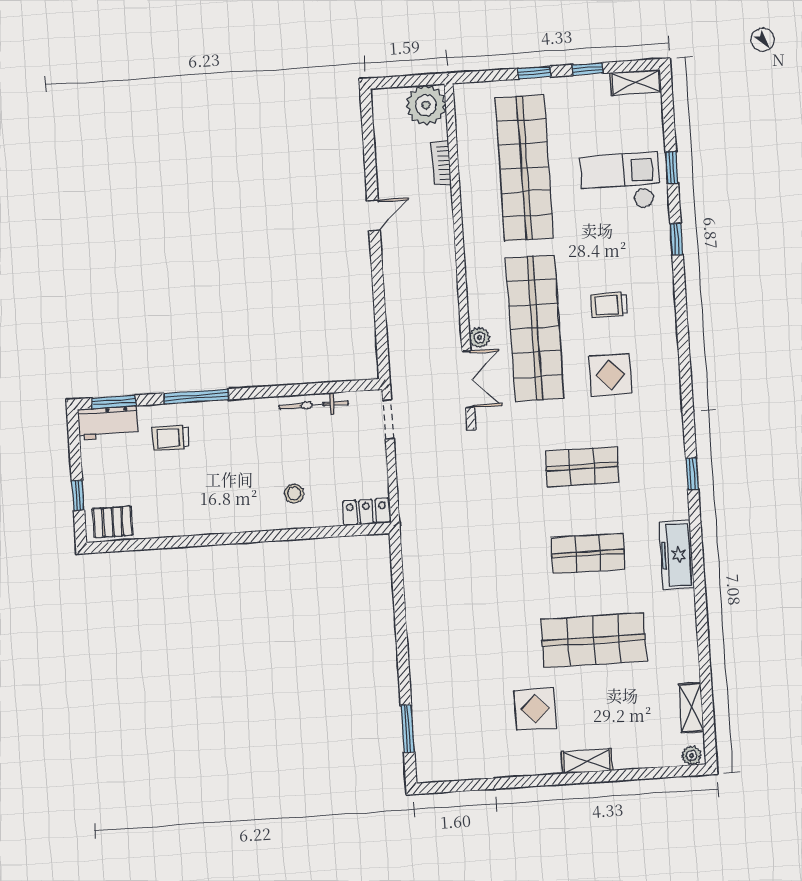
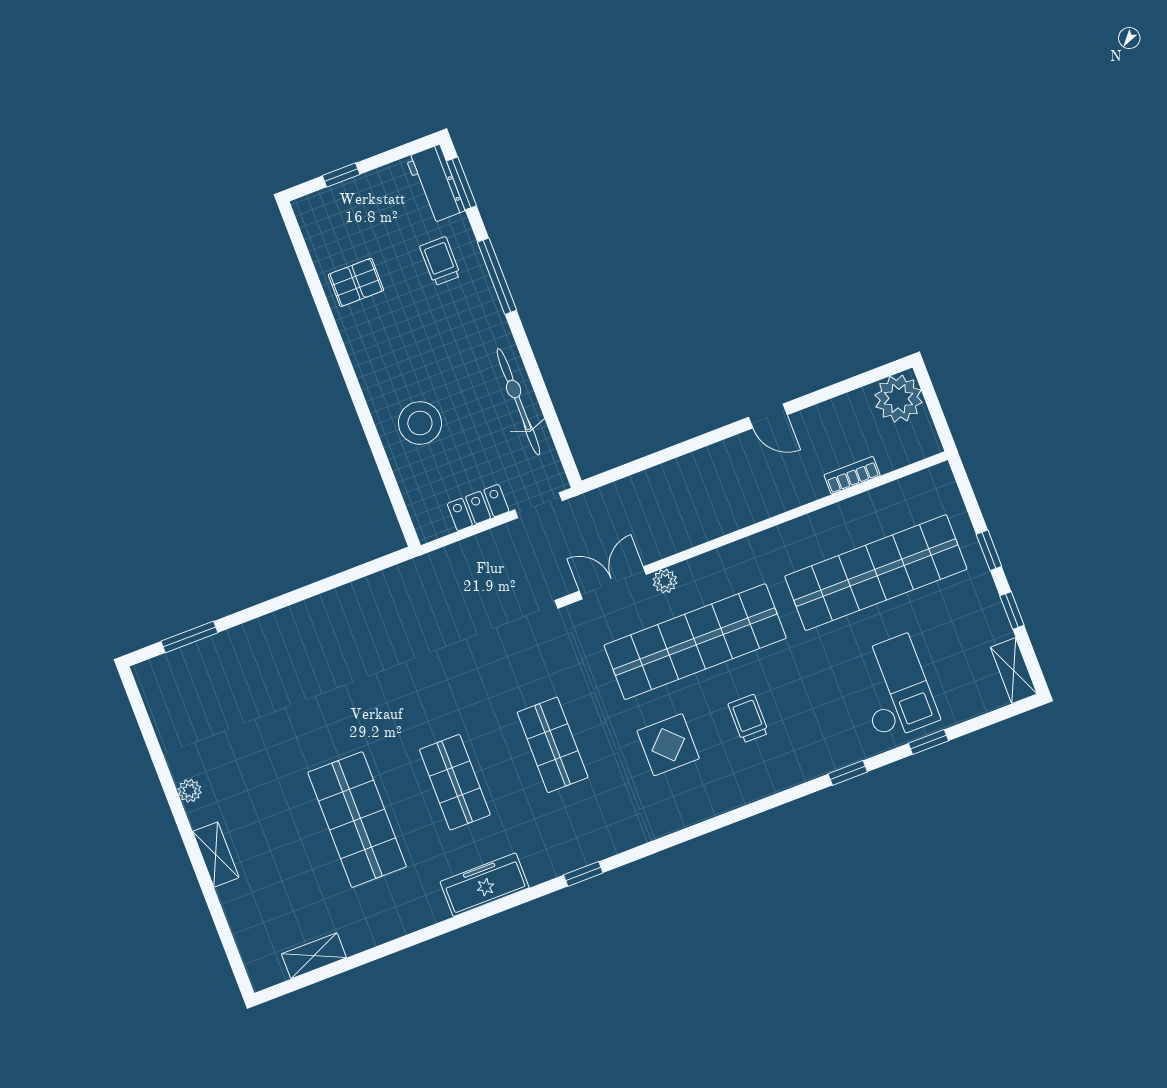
plant: (426, 105) -> (899, 399), moved
double door: (468, 379) -> (613, 583), swing flipped
bicycle: (314, 405) -> (518, 402), width x1.37, depth x1.40
stool: (294, 493) -> (420, 423), width x1.89, depth x1.89
locker: (366, 512) -> (478, 508), moved, turned -90
pallet: (113, 522) -> (356, 282), moved, turned 90
display table: (535, 709) -> (257, 777), removed
plant: (692, 755) -> (190, 791), moved

